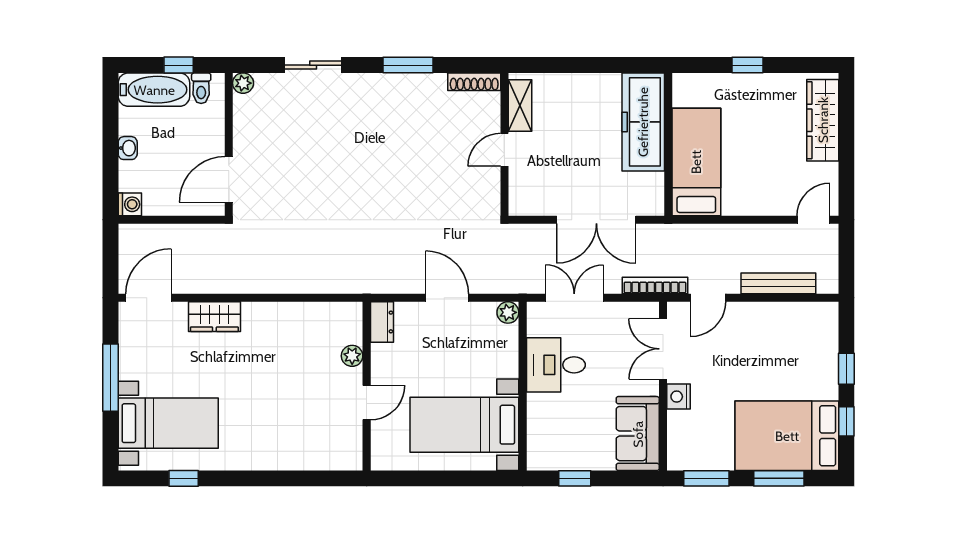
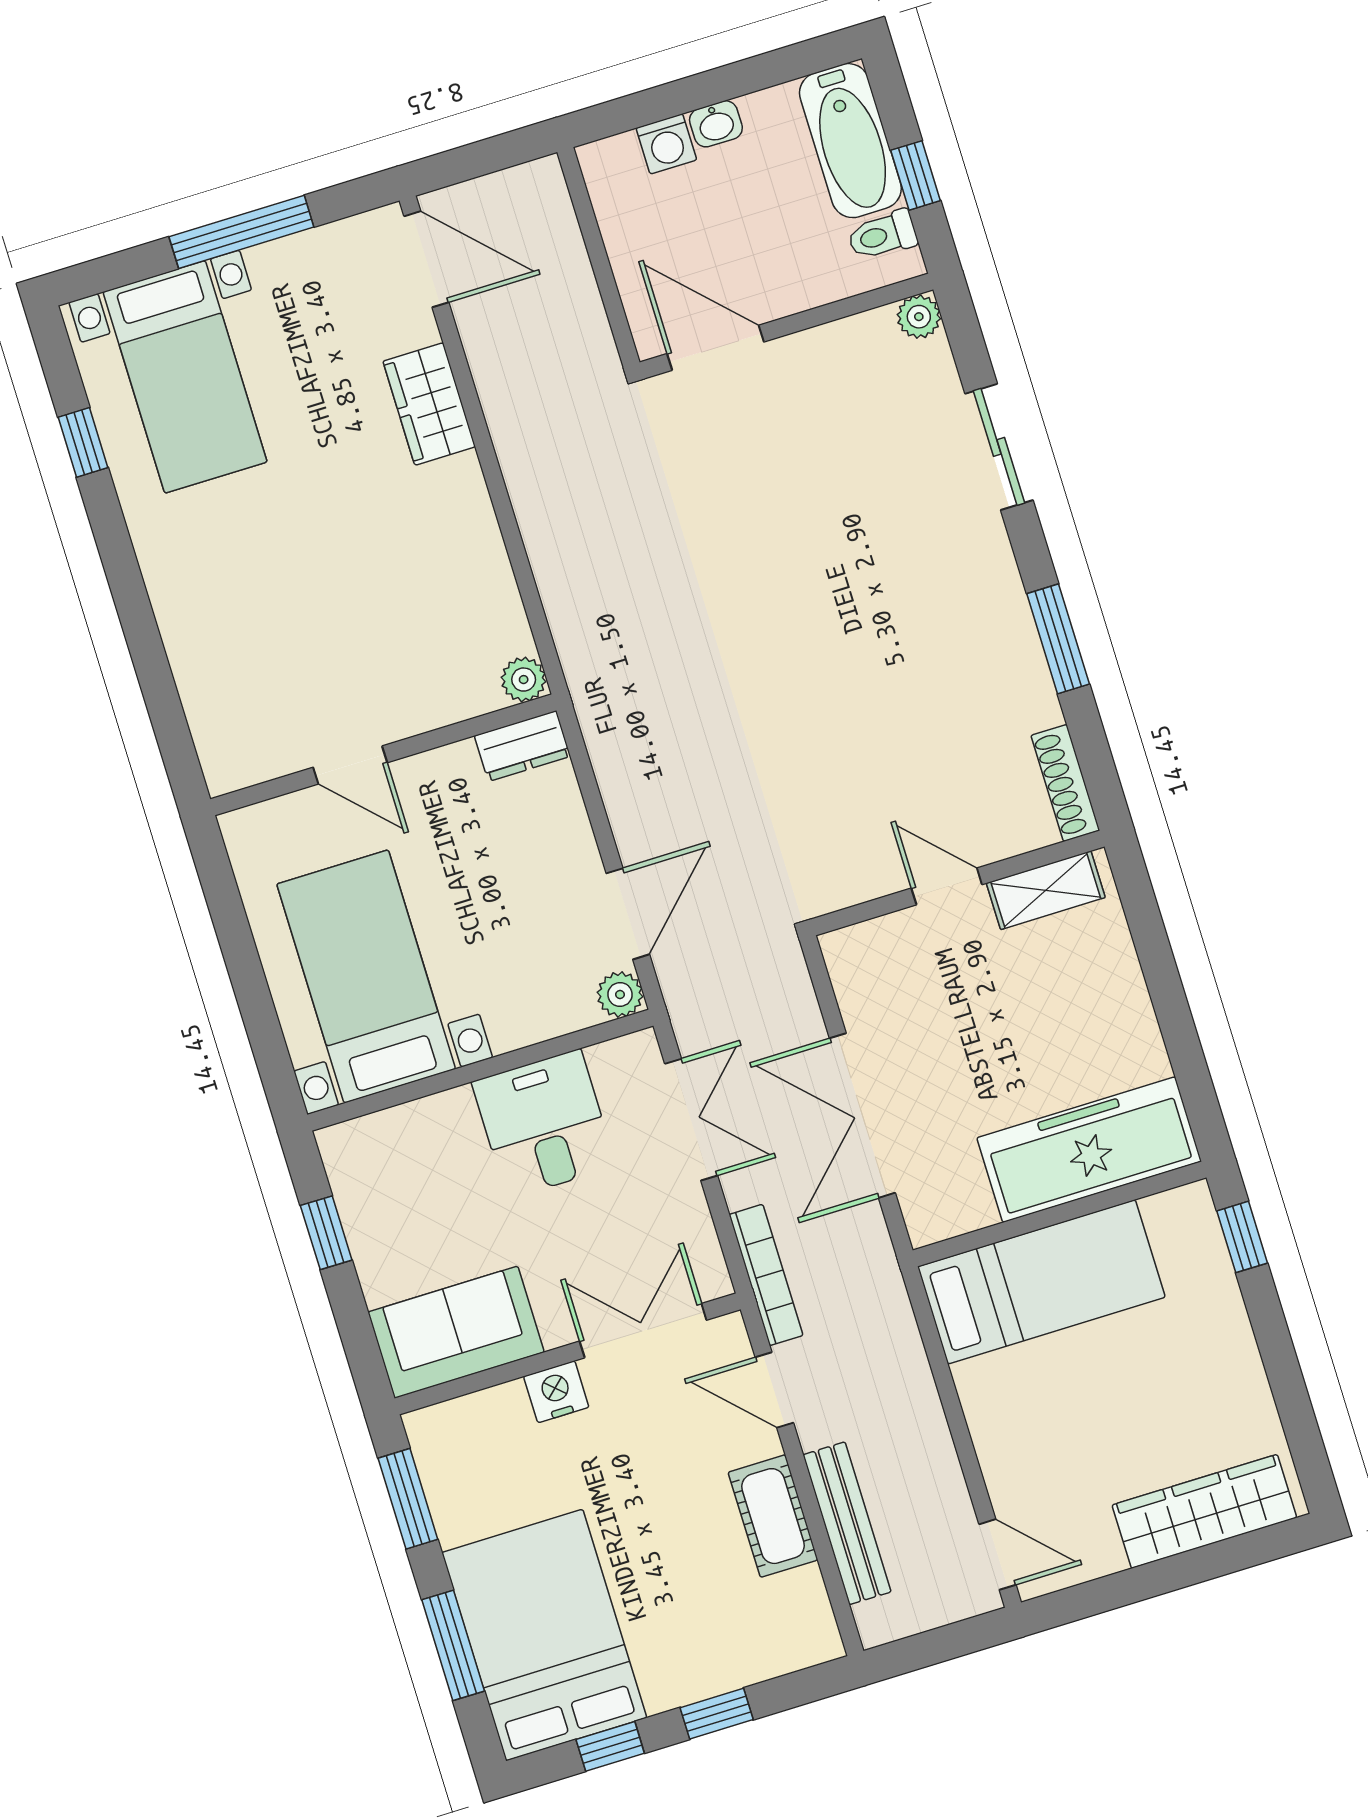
window: (748, 65) -> (1242, 1237), moved
washing machine: (130, 204) -> (666, 144), moved
door: (447, 298) -> (628, 914), moved
cot: (765, 316) -> (773, 1516), added
plant: (352, 356) -> (524, 680), moved

